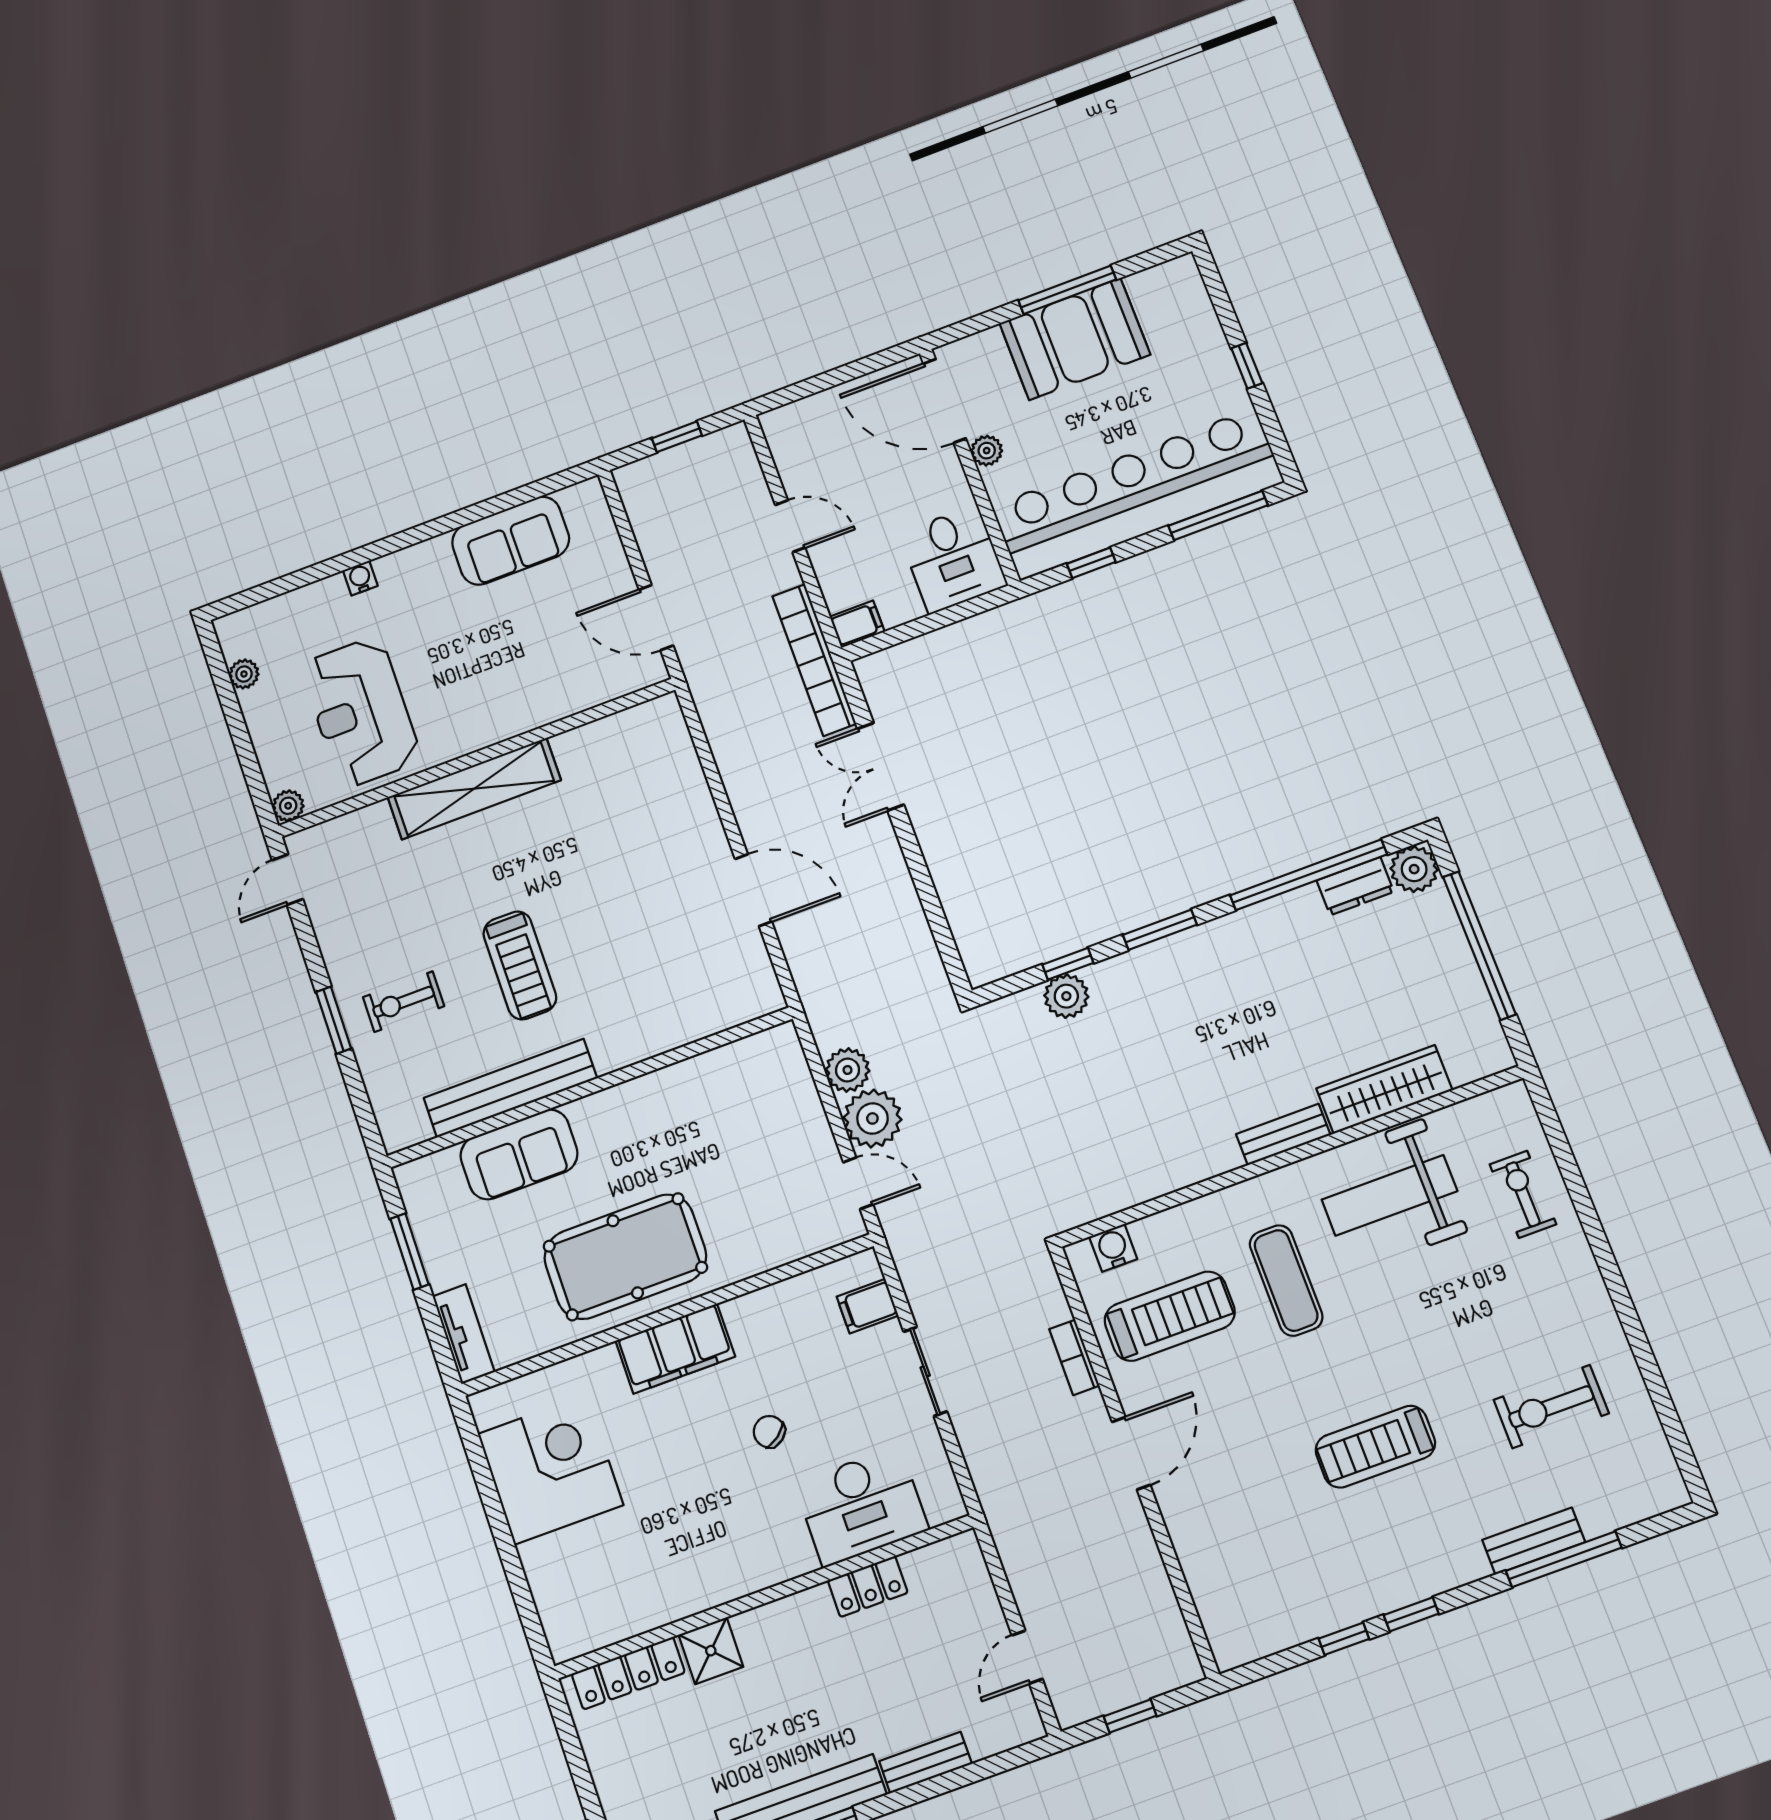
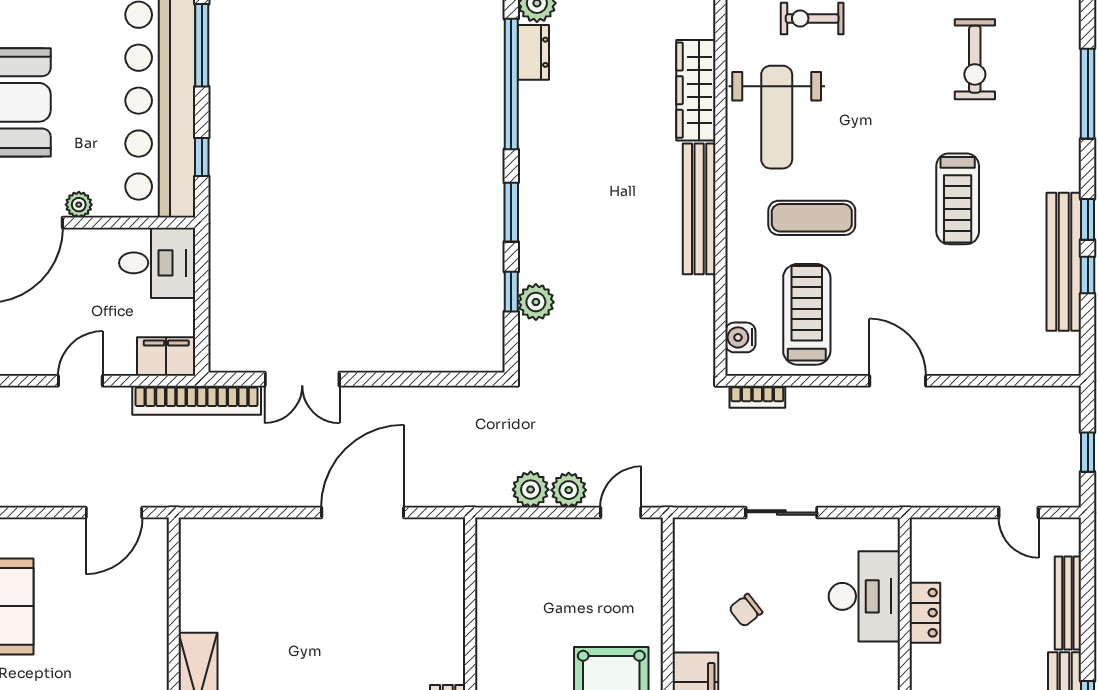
filing cabinet: (857, 624) -> (166, 356), width x2.00
door: (753, 890) -> (363, 512), width x1.36
plant: (872, 1118) -> (569, 490), width x0.73, depth x0.73
bench: (1283, 1134) -> (699, 209), width x1.86, depth x1.21
filing cabinet: (868, 1306) -> (716, 538), removed
bookcase: (1074, 1357) -> (757, 397), moved
chair: (769, 1432) -> (746, 610), moved
bench: (1534, 1541) -> (1064, 262), moved, width x1.86, depth x1.21
bench: (925, 1763) -> (1068, 603), width x1.36

